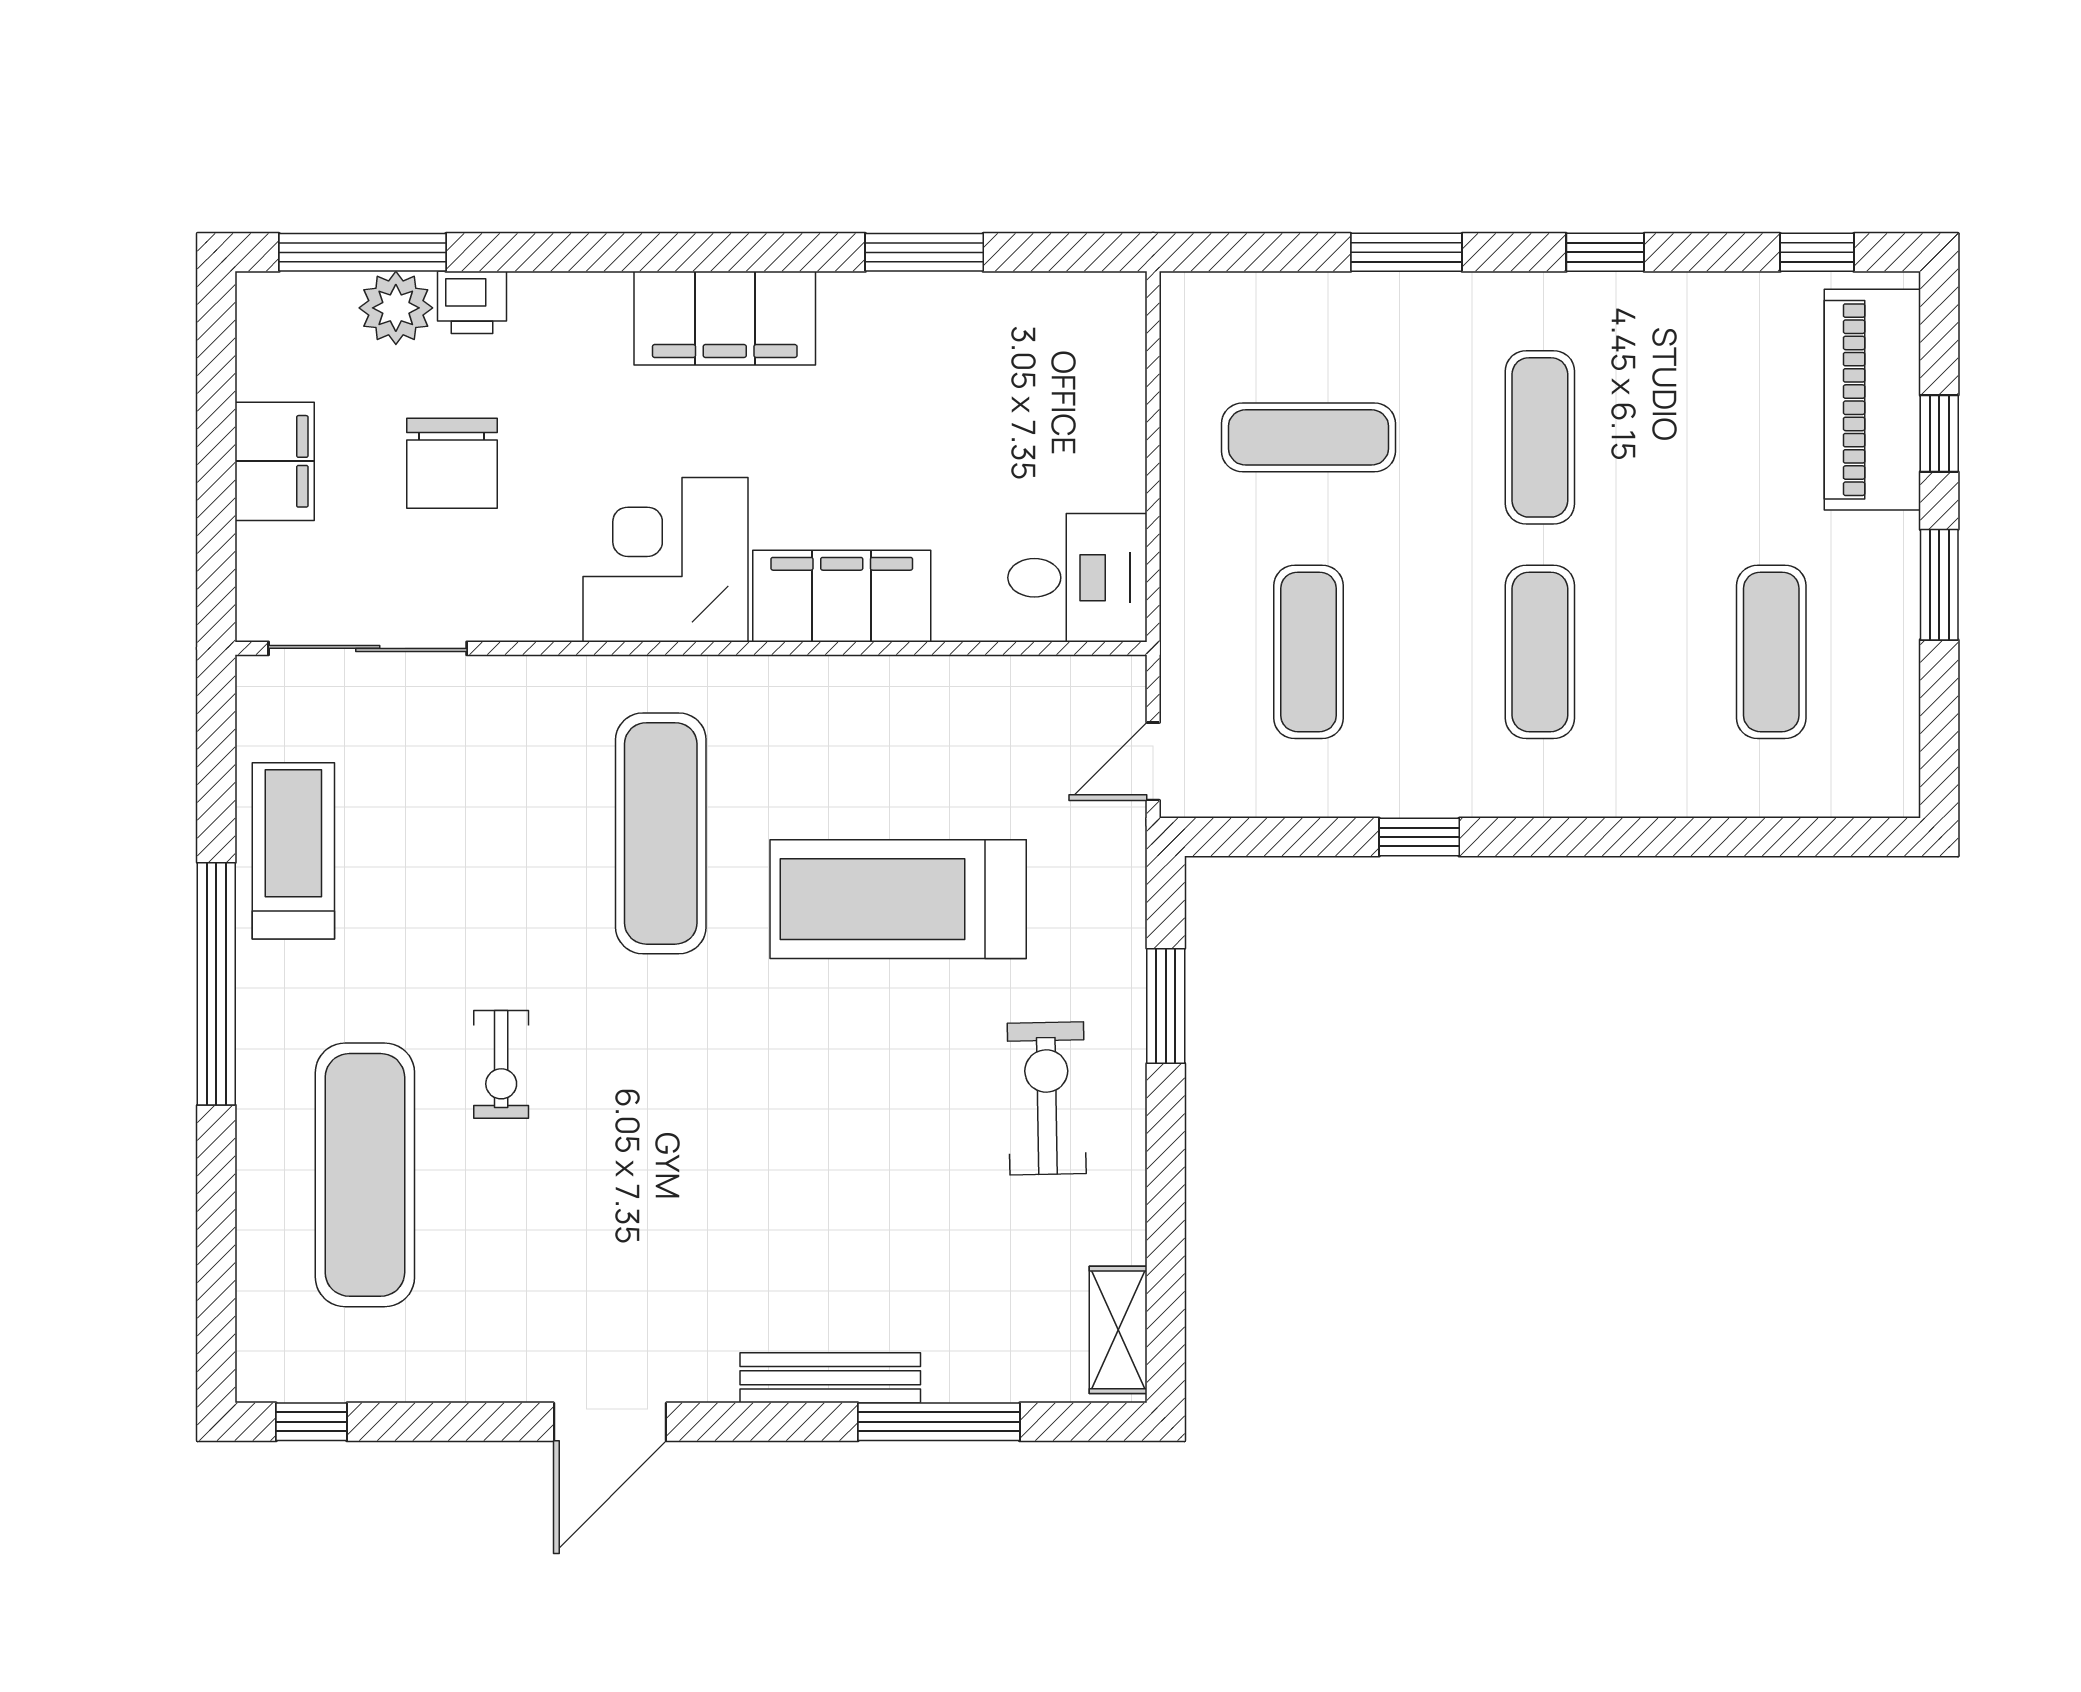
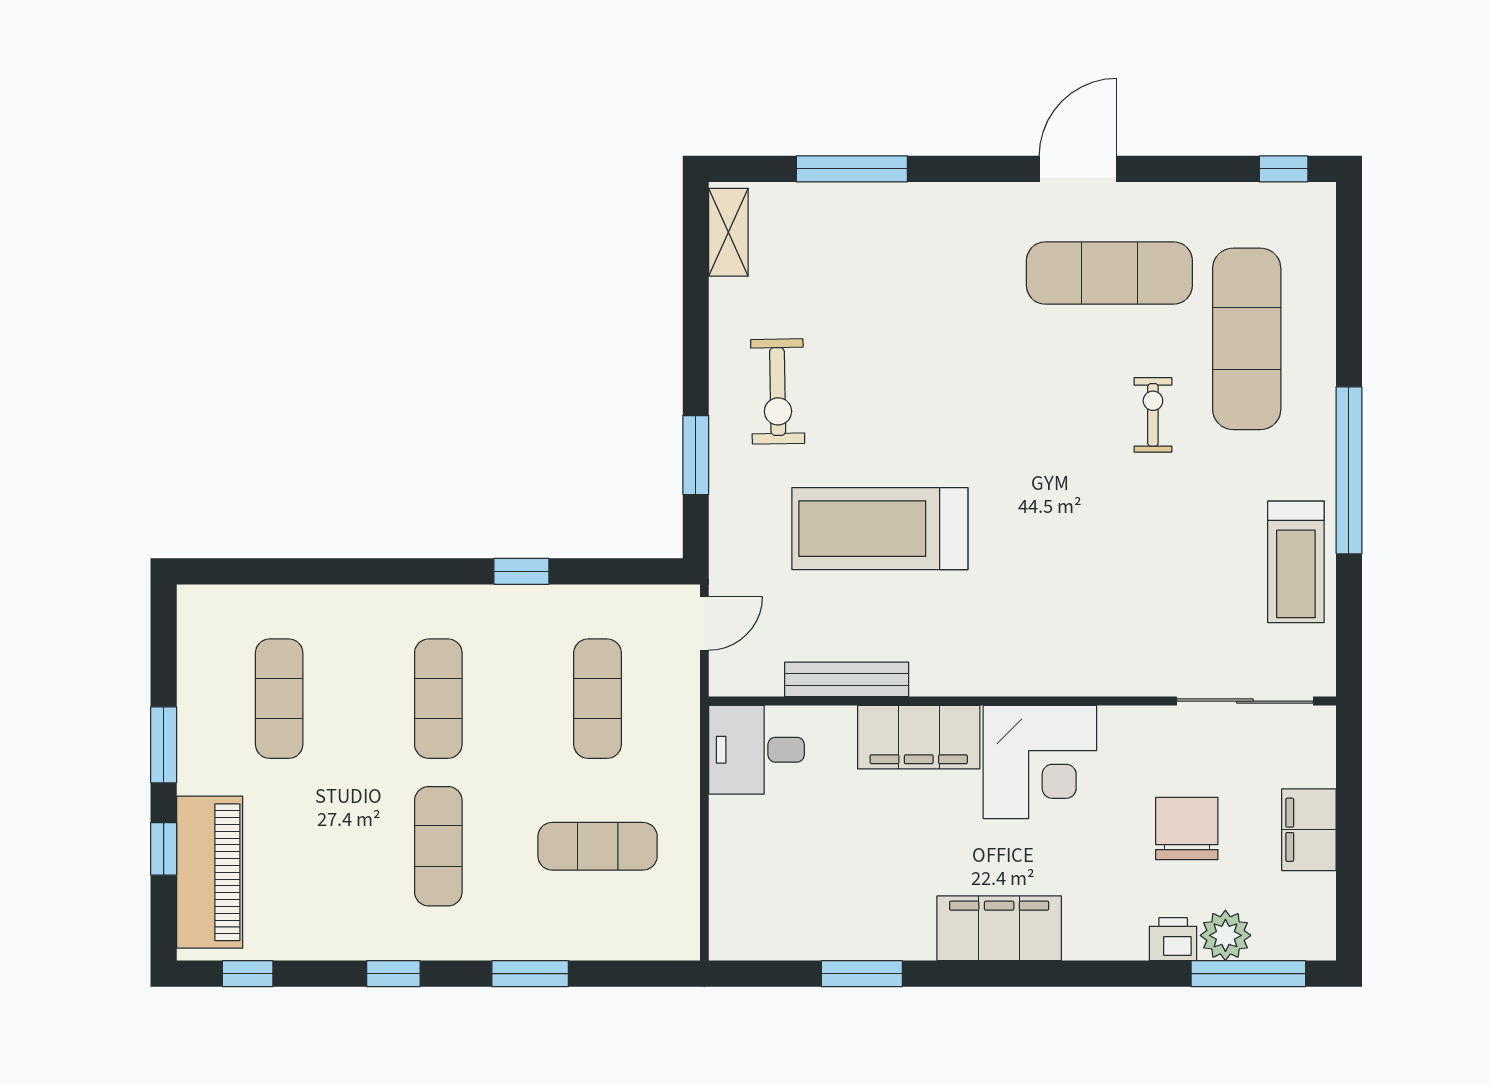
exercise mat: (661, 833) -> (1109, 273), moved, turned 90
treadmill: (898, 899) -> (880, 529), turned 180
bench: (830, 1378) -> (847, 679), moved

